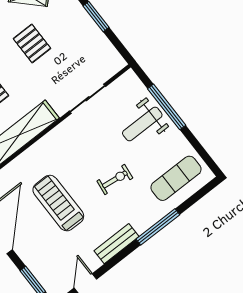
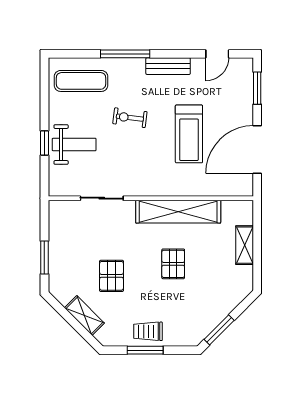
window: (167, 107) -> (44, 143), width x0.46

